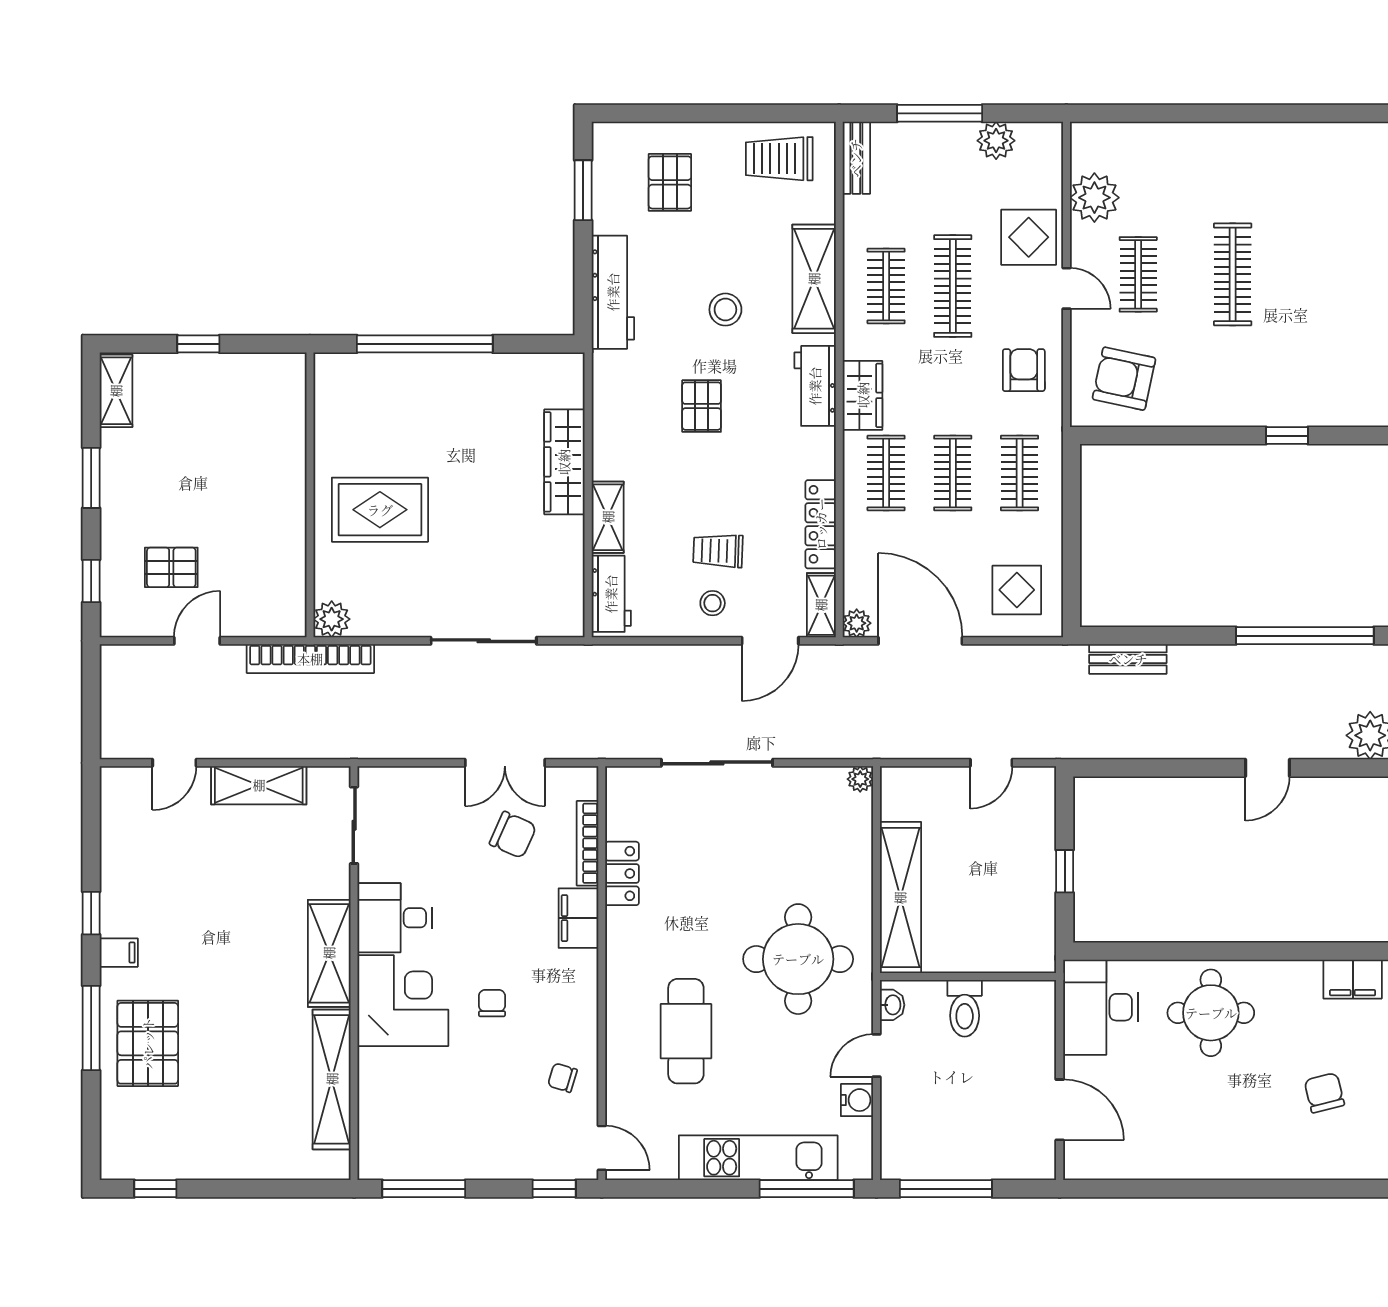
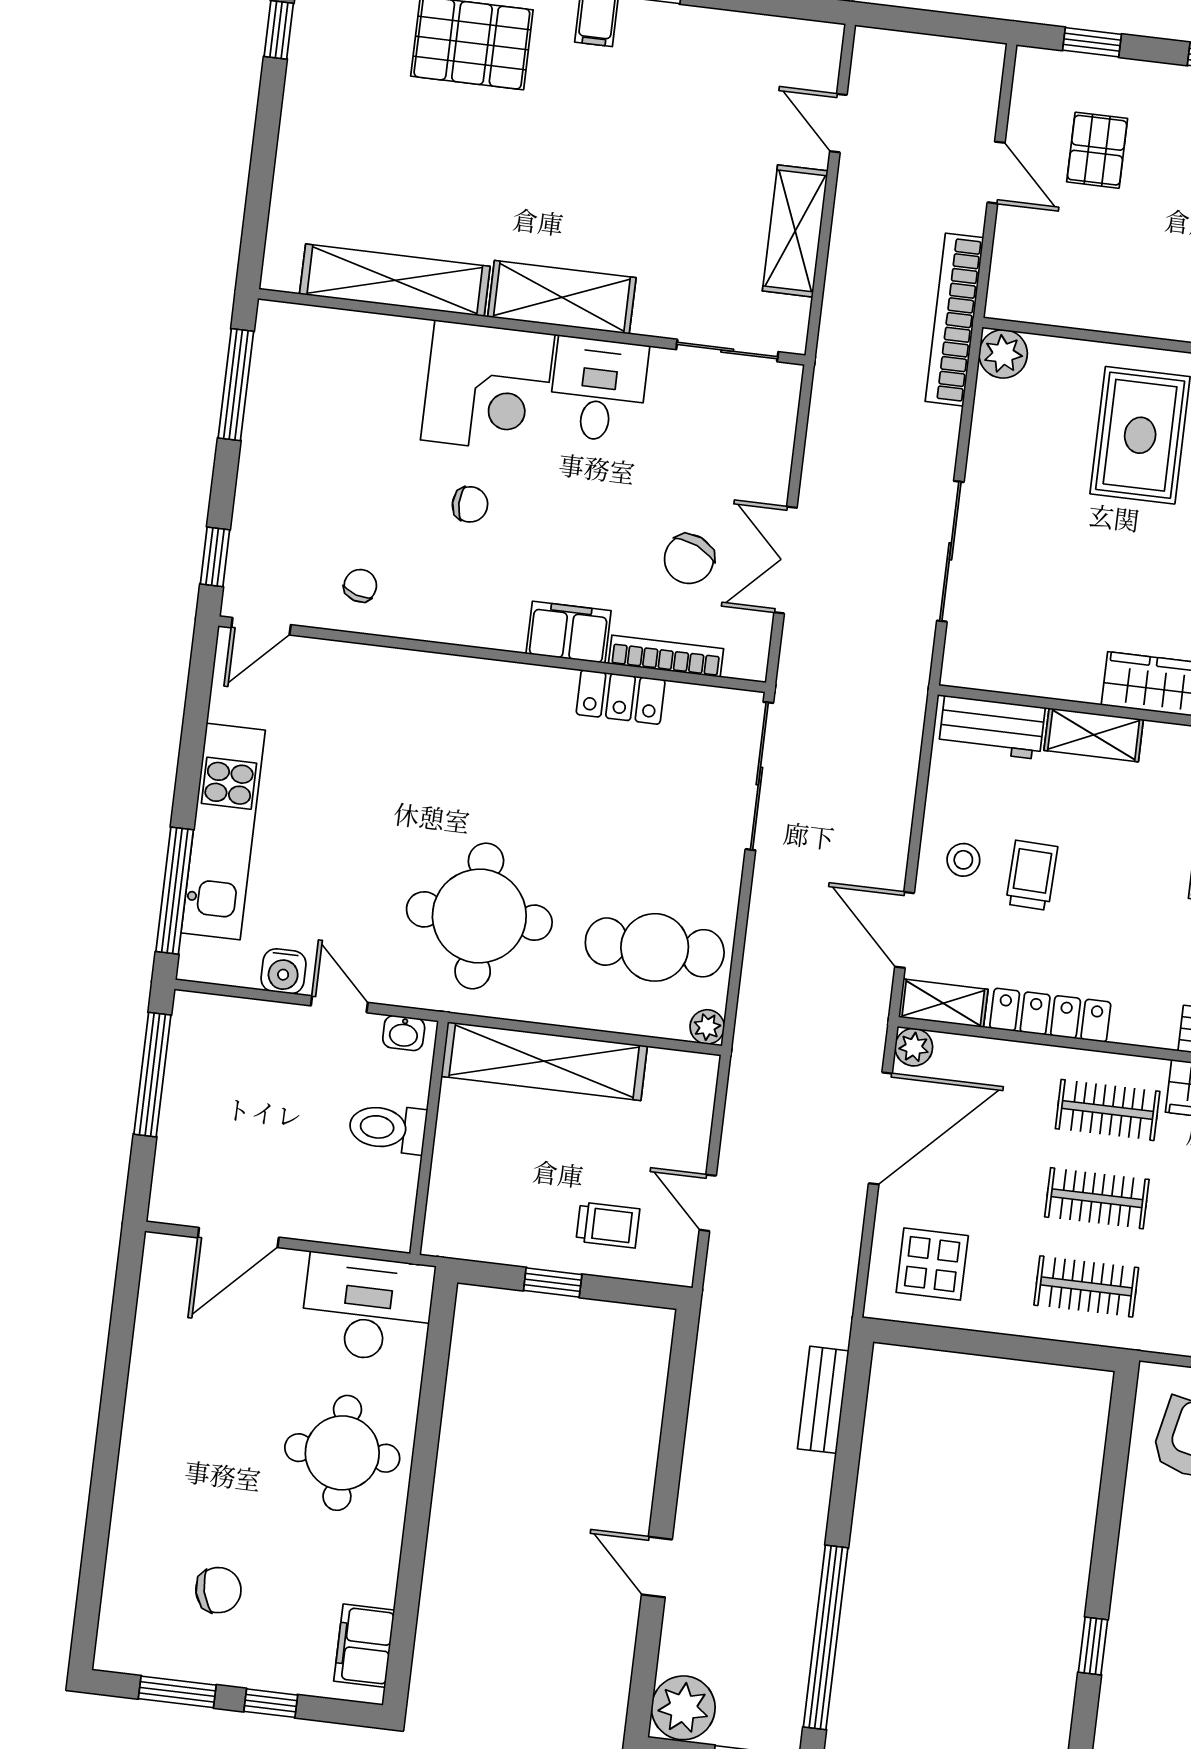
sliding door: (717, 763) -> (759, 776), moved
trolley: (1017, 835) -> (608, 1225), added
cafe table: (686, 1031) -> (655, 947), moved

